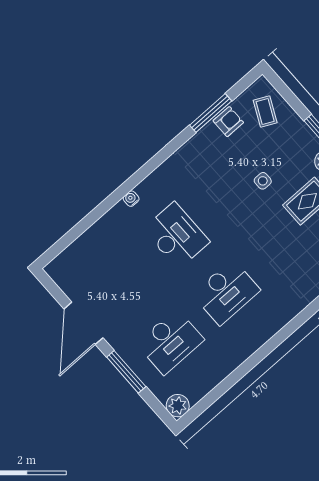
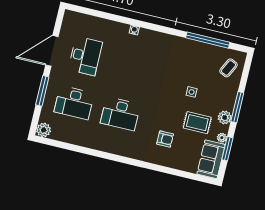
window: (211, 113) -> (208, 40), width x1.46
armchair: (228, 122) -> (165, 139), moved
desk: (176, 236) -> (85, 56), moved

